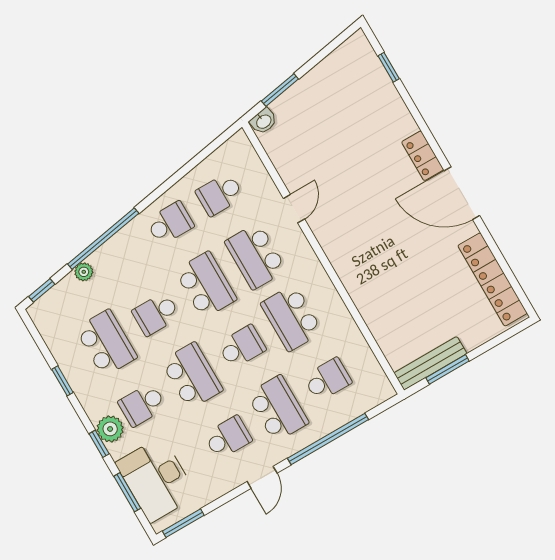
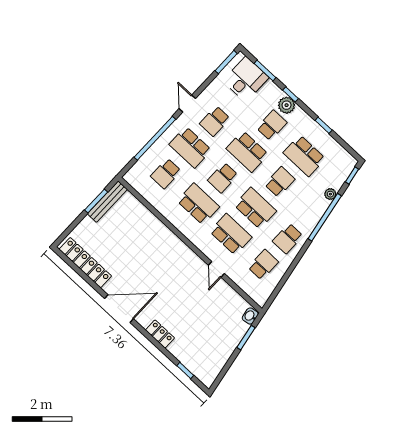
locker: (423, 156) -> (160, 334), moved
school desk: (206, 285) -> (255, 208), turned 180
desk: (156, 479) -> (246, 79), width x0.73

